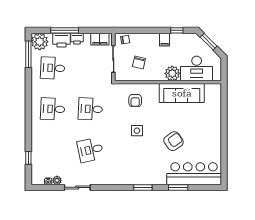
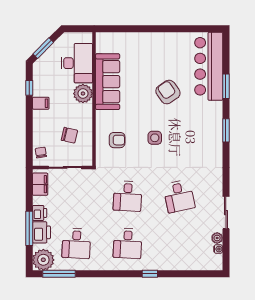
window: (28, 158) -> (150, 274), moved

